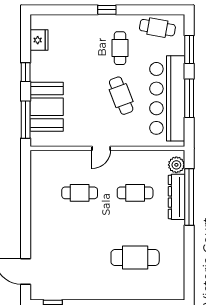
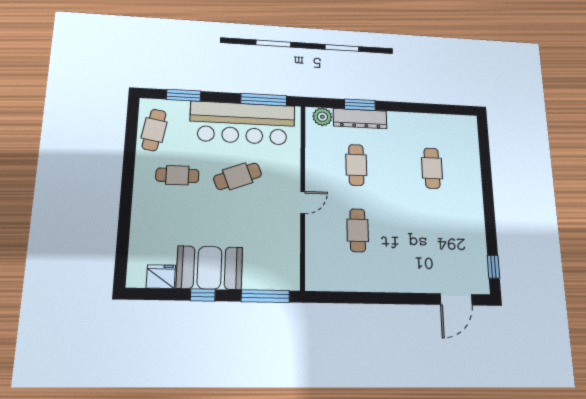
window: (107, 10) -> (127, 189), removed
window: (189, 98) -> (264, 100), moved
booth: (47, 107) -> (209, 268), moved
door: (101, 148) -> (303, 202), hinge flipped
window: (189, 197) -> (360, 105), width x0.47
cafe table: (135, 257) -> (432, 168), width x0.73, depth x0.74

